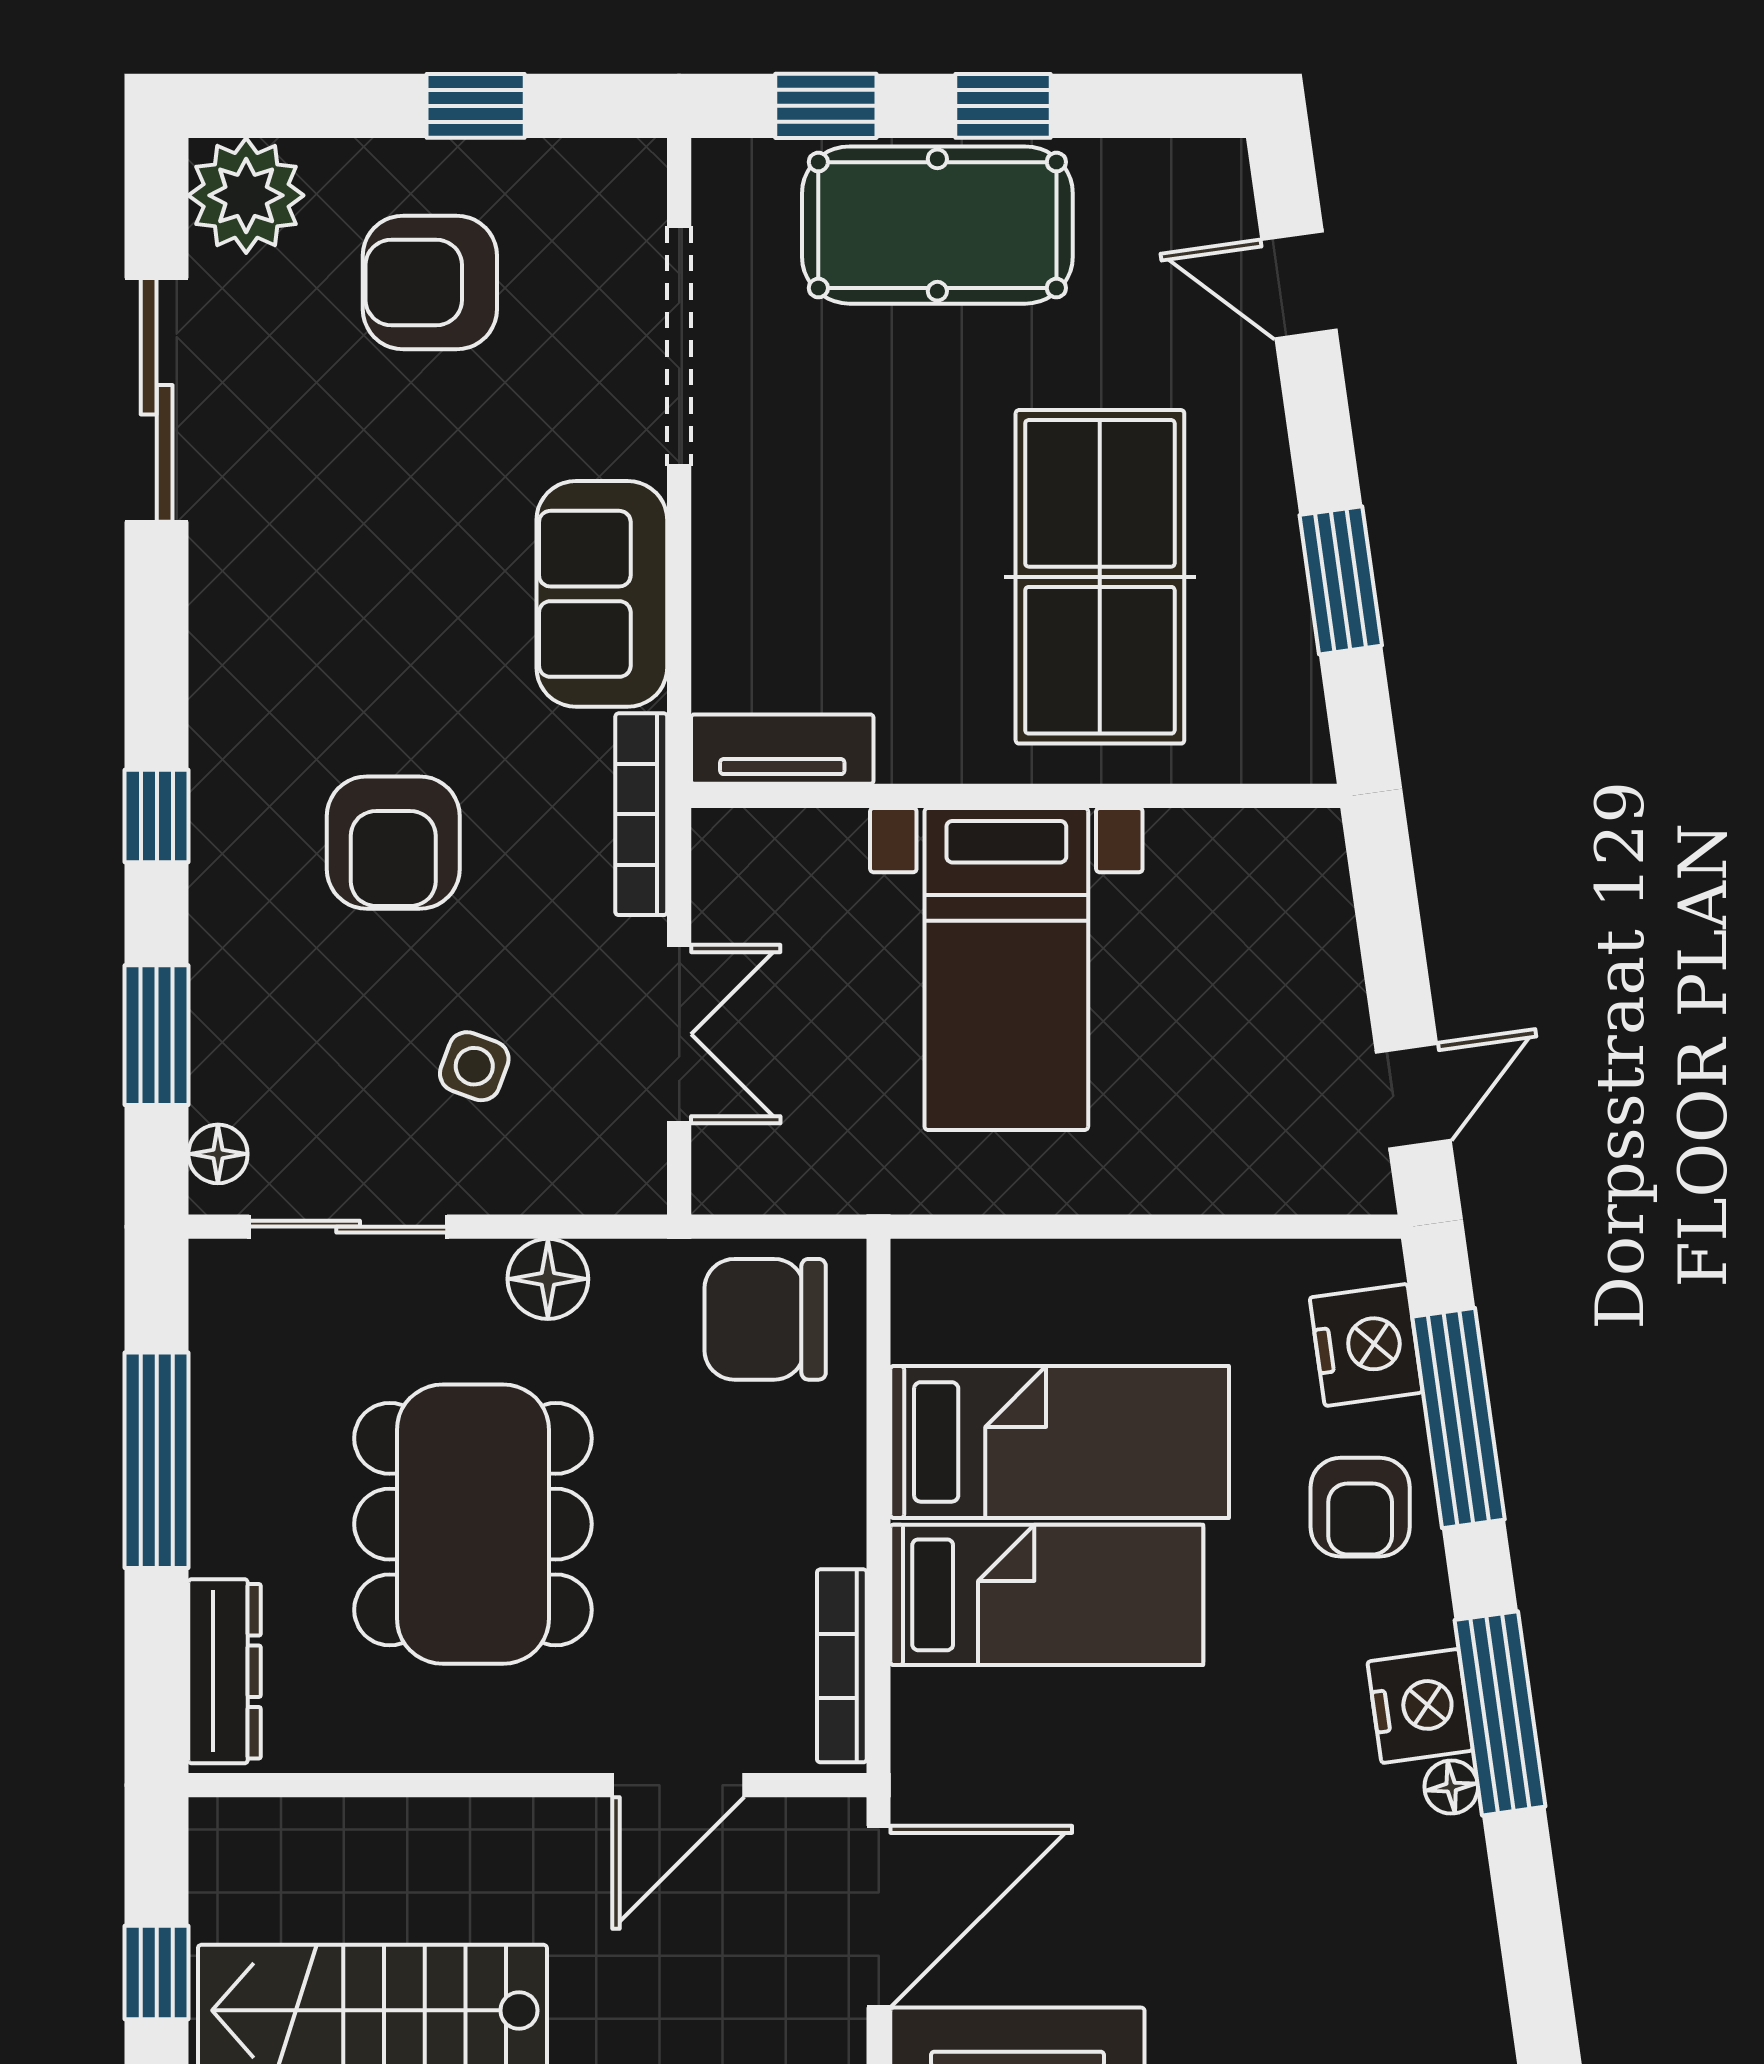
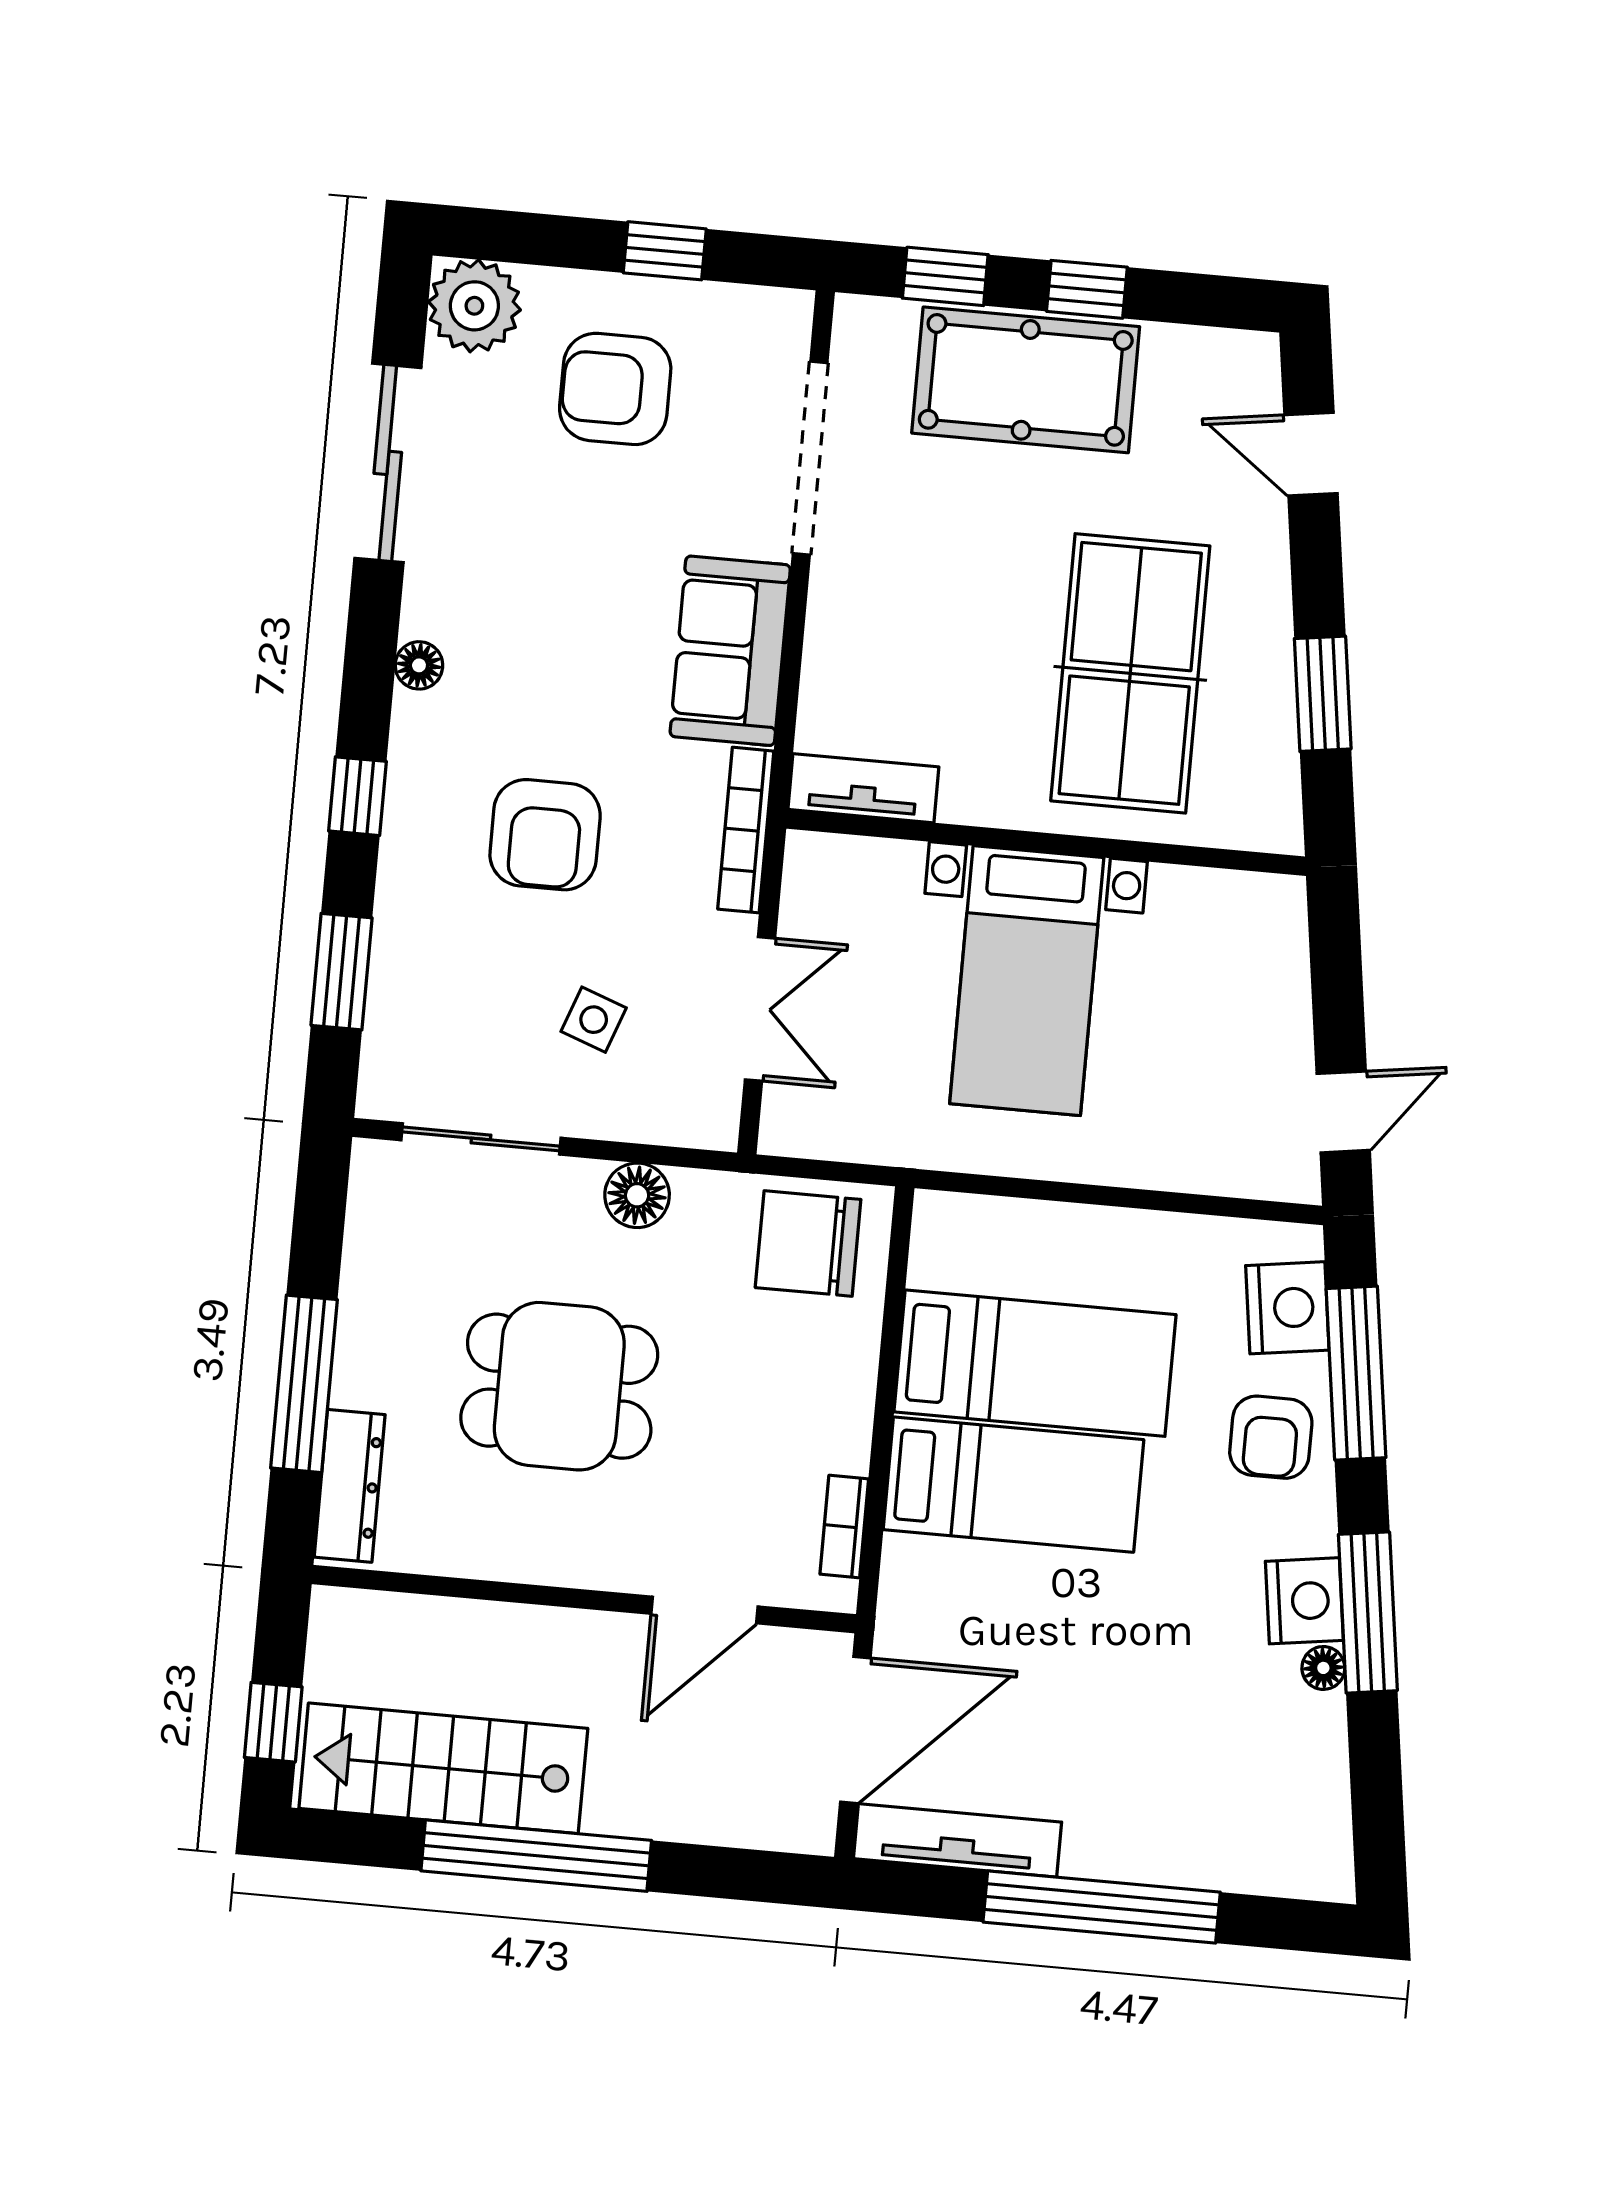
floor lamp: (218, 1154) -> (419, 665), moved
window: (157, 1460) -> (304, 1384), moved
dining table: (473, 1524) -> (559, 1386), width x0.73
bookcase: (842, 1666) -> (844, 1527), width x0.64

